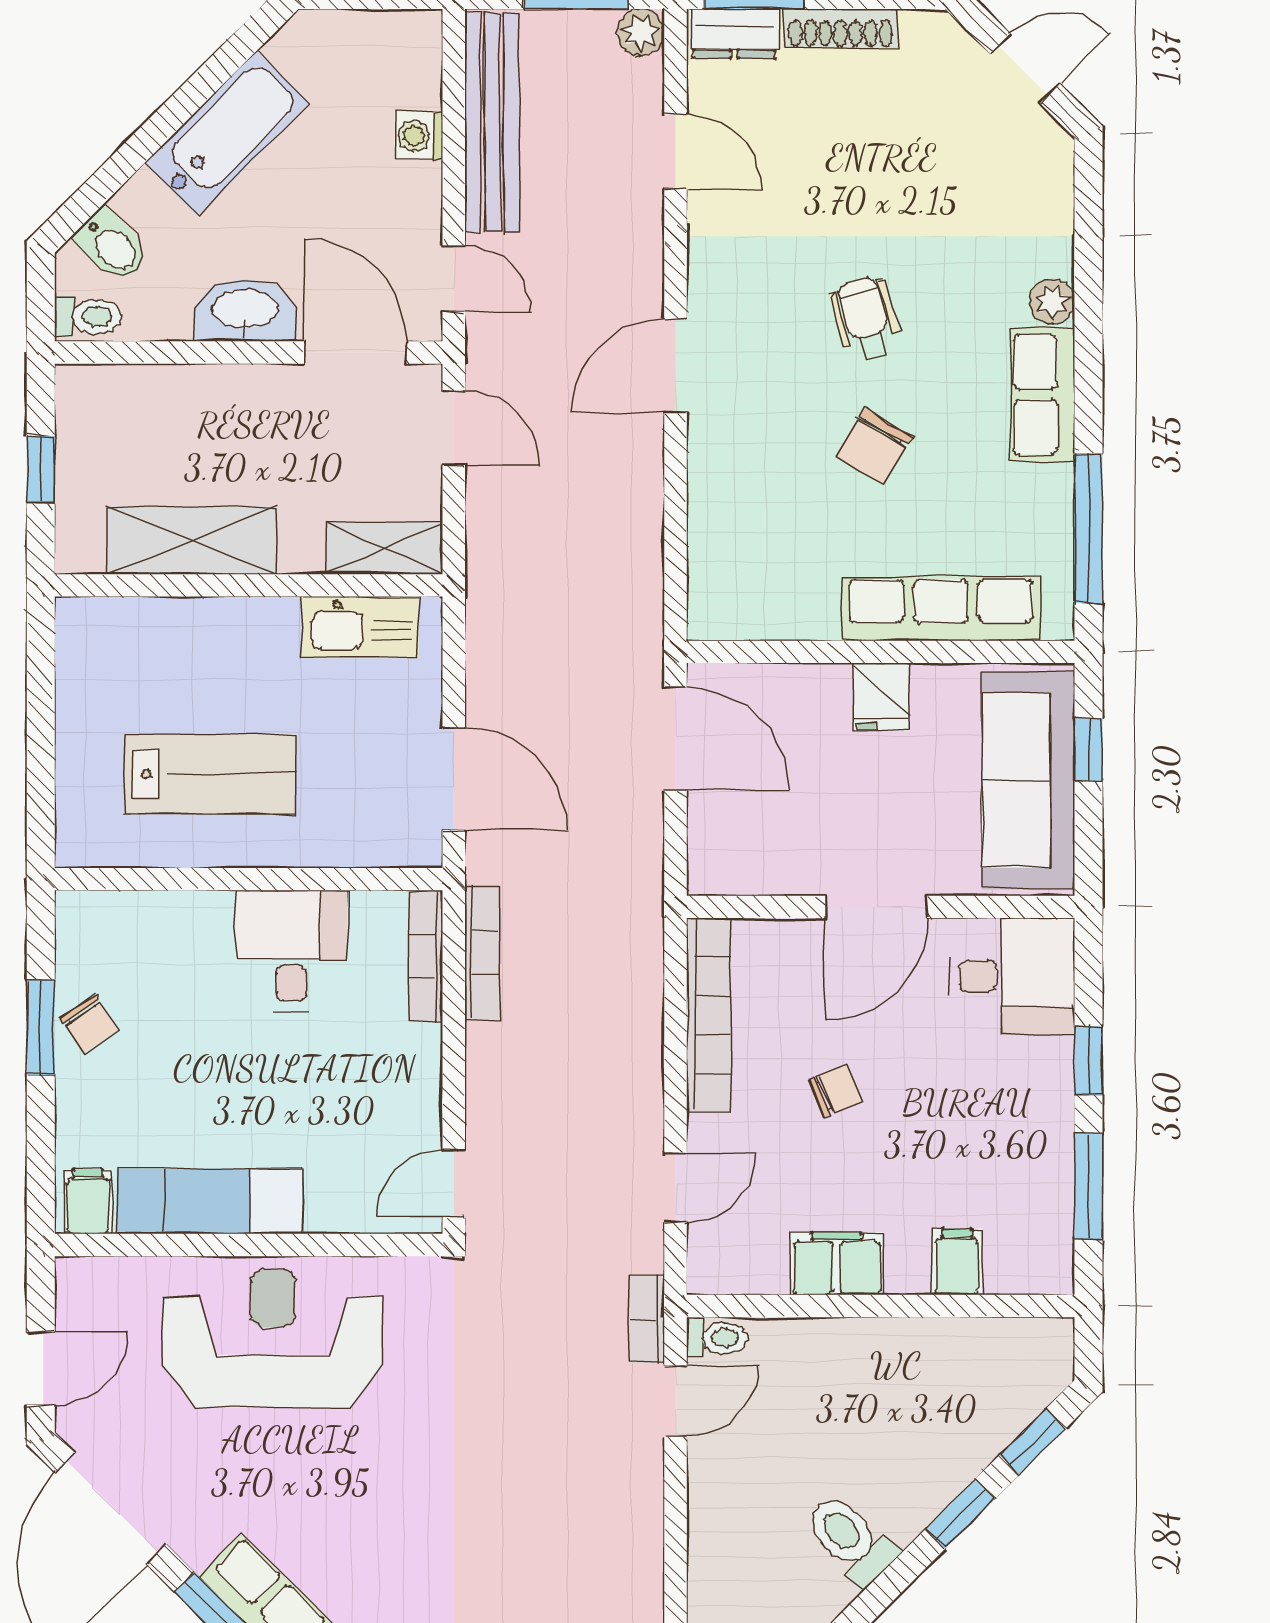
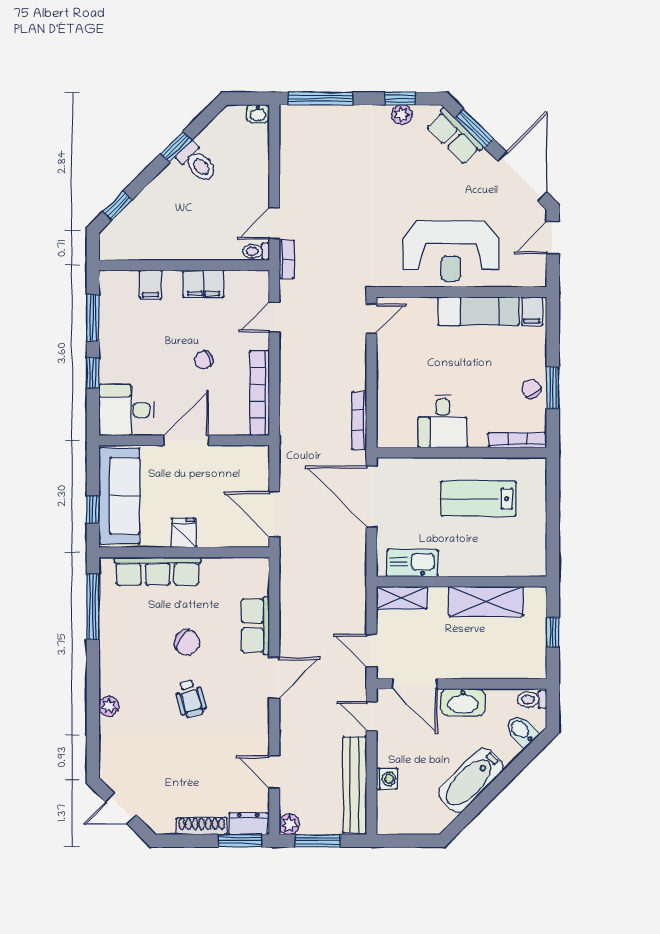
row of seats: (1043, 395) -> (255, 626), moved, turned 180
chair: (874, 446) -> (187, 643), turned 90
door: (454, 779) -> (371, 497), width x1.36
bookcase: (426, 956) -> (517, 440), moved, turned -90
window: (961, 1514) -> (176, 147), moved

